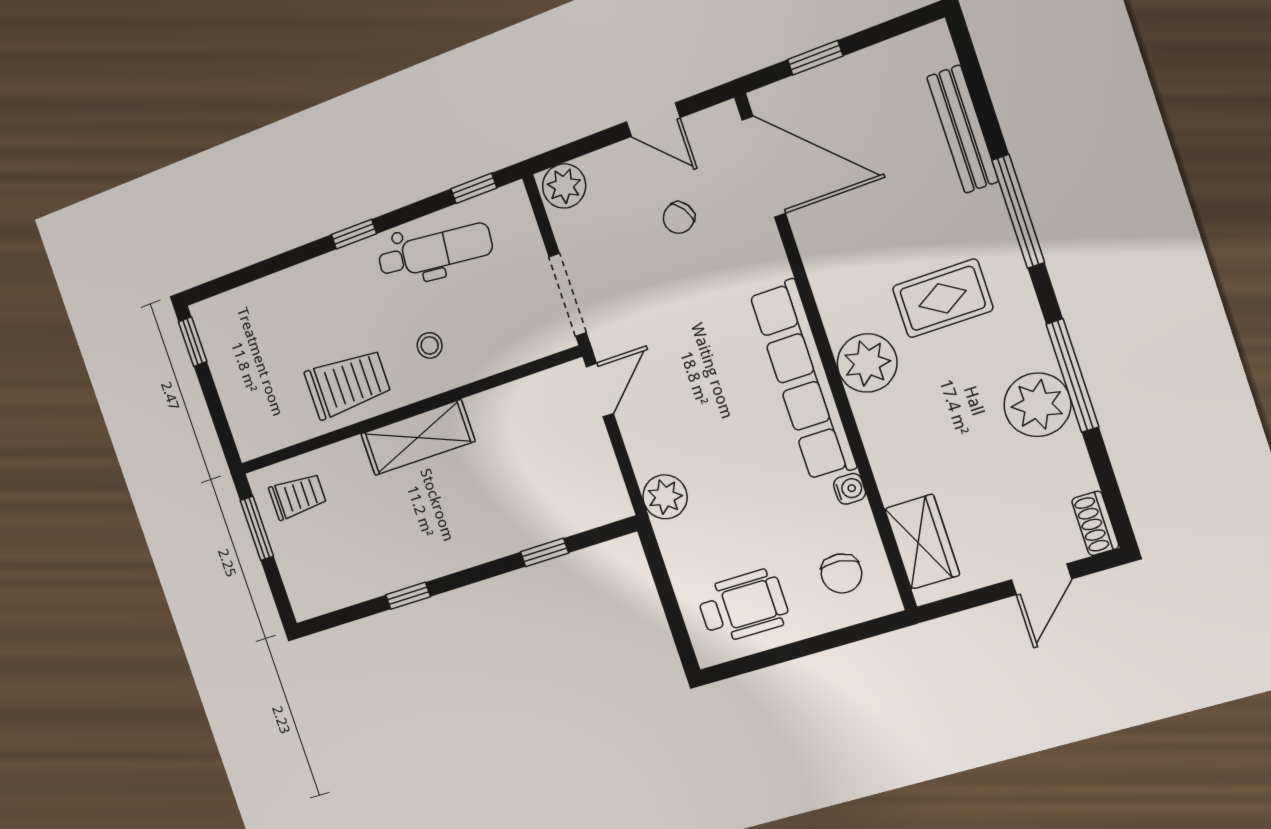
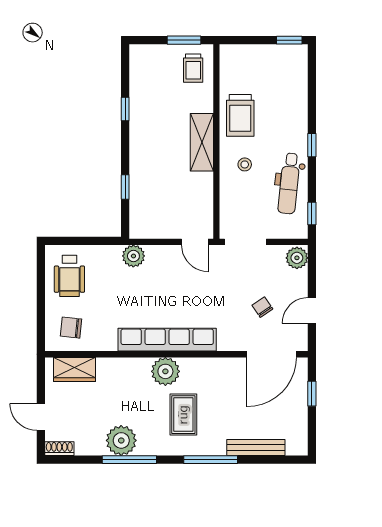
water cooler: (850, 489) -> (110, 344), removed

